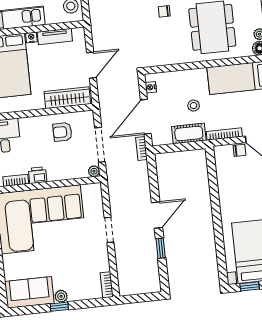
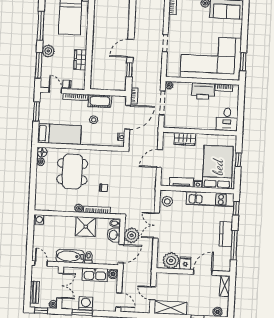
wardrobe: (67, 98) -> (185, 139), width x0.67
armchair: (62, 132) -> (187, 116), removed
printer: (38, 175) -> (203, 91), width x1.87, depth x1.48
wardrobe: (226, 188) -> (80, 60), added
window: (161, 248) -> (129, 70), moved

